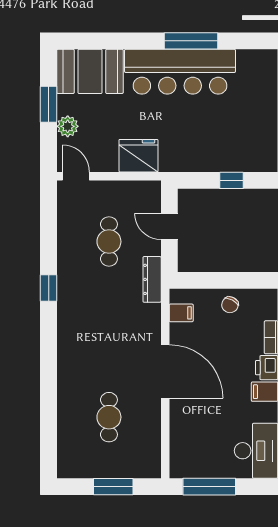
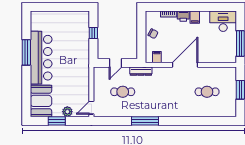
fridge: (138, 156) -> (81, 78), removed
window: (49, 288) -> (145, 121), width x2.17

